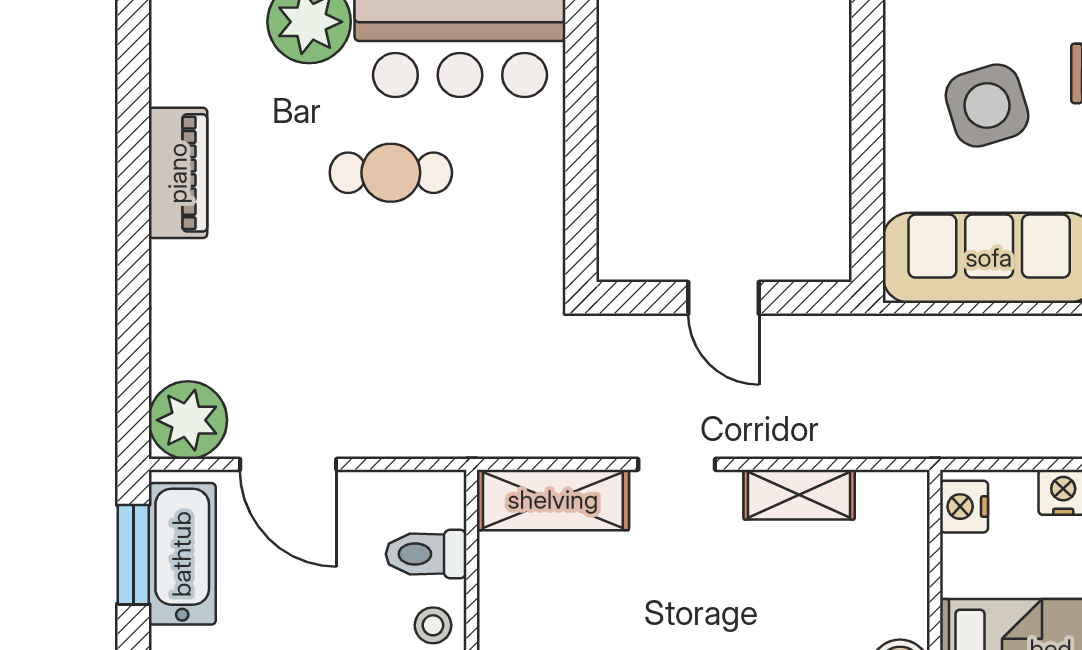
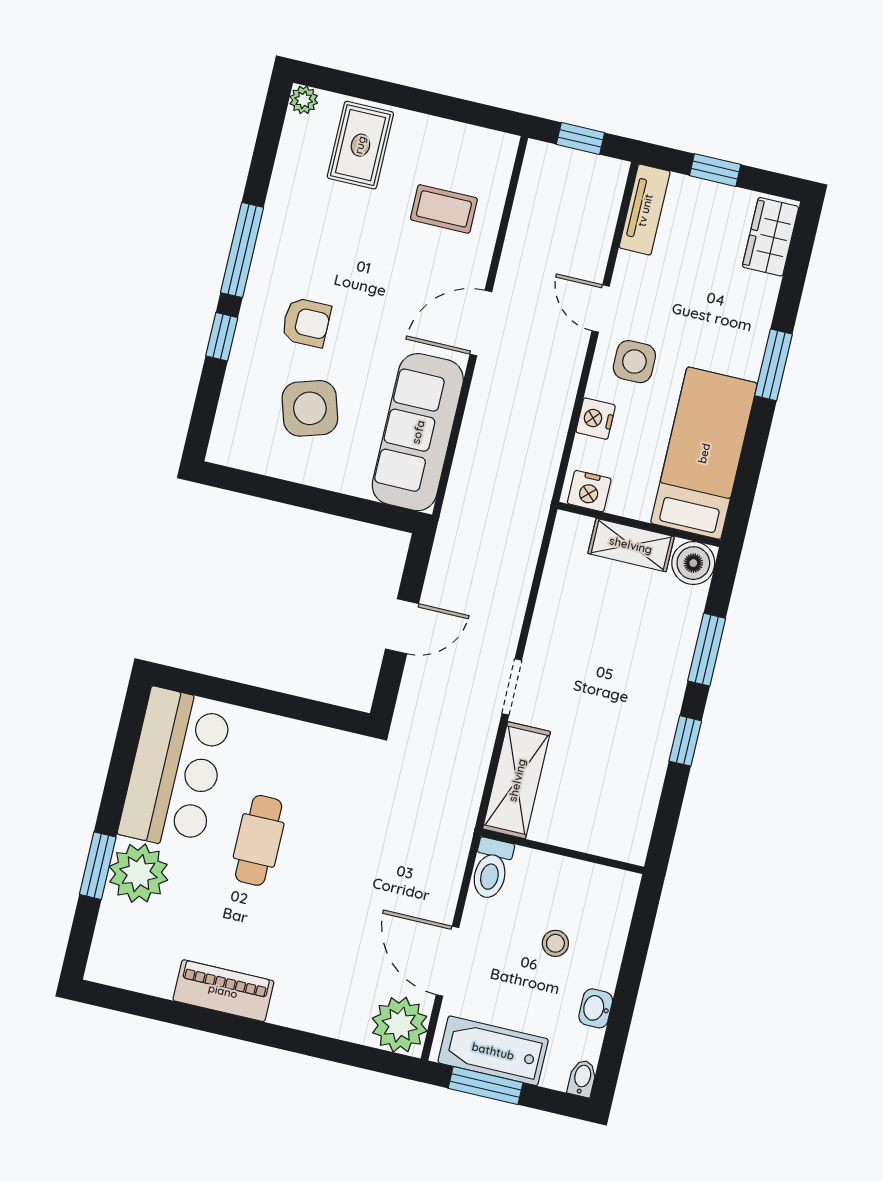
door: (288, 464) -> (448, 961), swing flipped
shelving: (799, 495) -> (631, 545), moved, turned 90
toilet: (426, 554) -> (491, 869), moved
stool: (433, 625) -> (555, 943), moved

